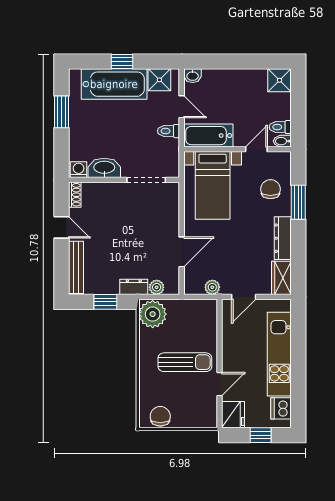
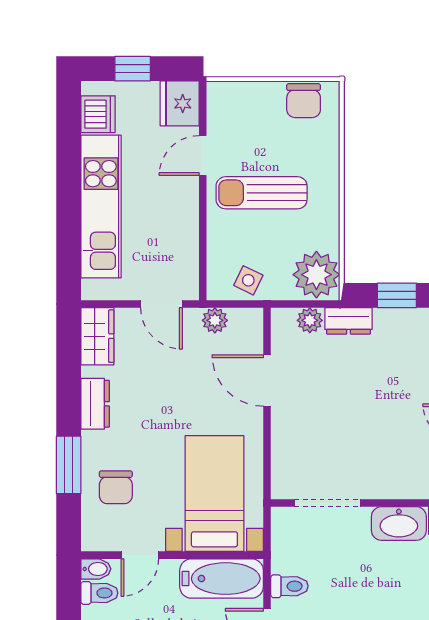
dresser: (283, 238) -> (95, 404), width x0.70
door: (182, 252) -> (267, 381), hinge flipped
door: (244, 297) -> (161, 304), swing flipped
side table: (193, 311) -> (248, 280), added

